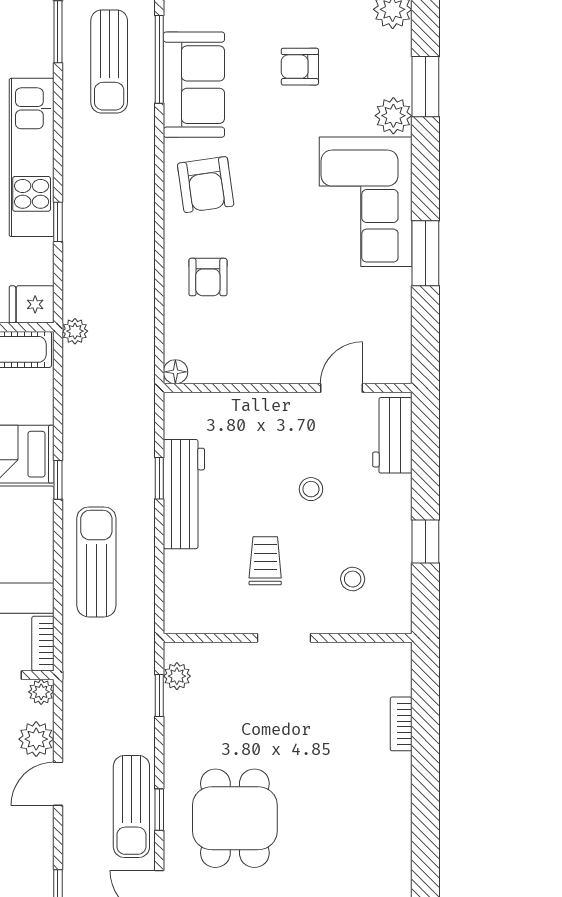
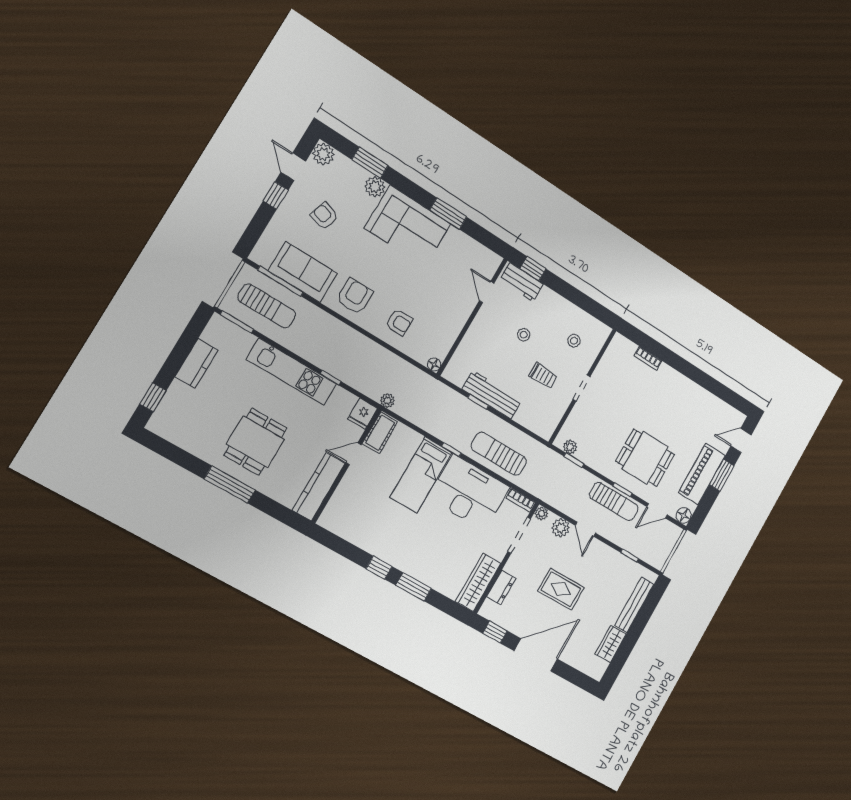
armchair: (300, 67) -> (325, 216), turned 107
armchair: (206, 185) -> (355, 296), turned -82
window: (425, 542) -> (533, 269), moved
trolley: (265, 561) -> (543, 376), turned 180

